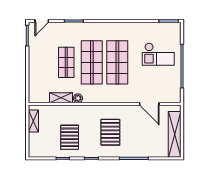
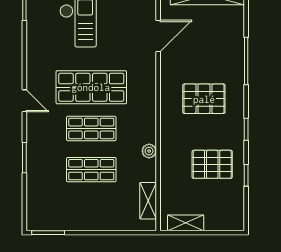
door: (42, 21) -> (24, 101), moved
shop shelf: (92, 62) -> (91, 128), width x0.70, depth x0.74
shelving: (61, 98) -> (148, 201), moved

